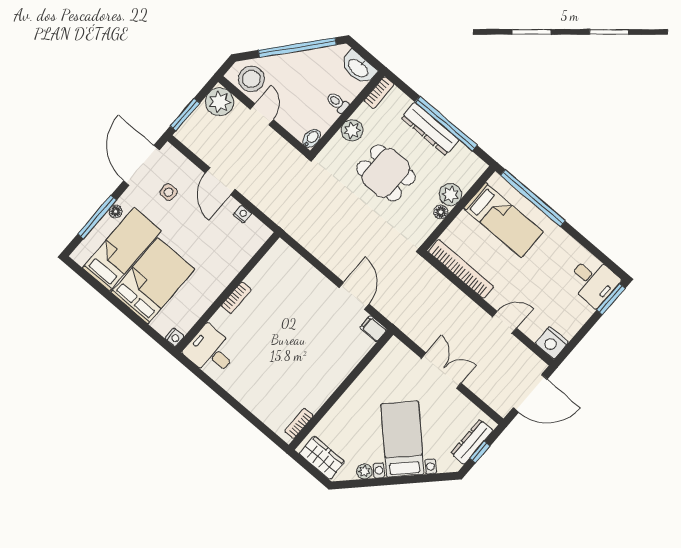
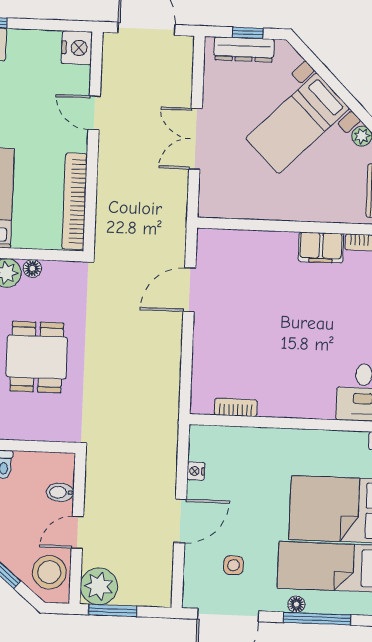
window: (185, 115) -> (113, 610), moved
plant: (352, 130) -> (20, 426), removed
bidet: (312, 138) -> (60, 492), moved
bookcase: (236, 298) -> (236, 407), moved
filing cabinet: (373, 329) -> (321, 248), moved, width x2.00

